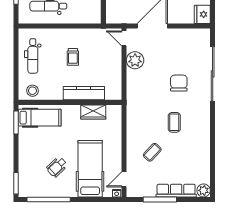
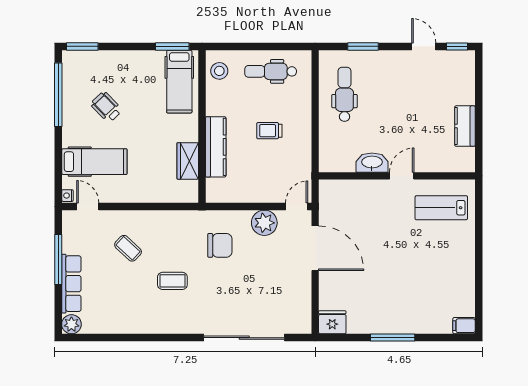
chair: (179, 83) -> (220, 245), moved
hospital bed: (90, 169) -> (94, 162), width x0.73, depth x0.78

